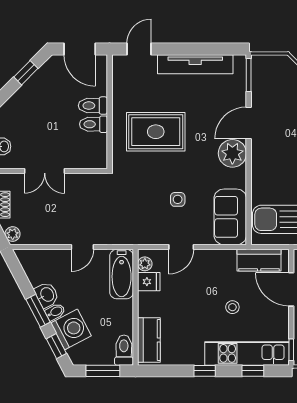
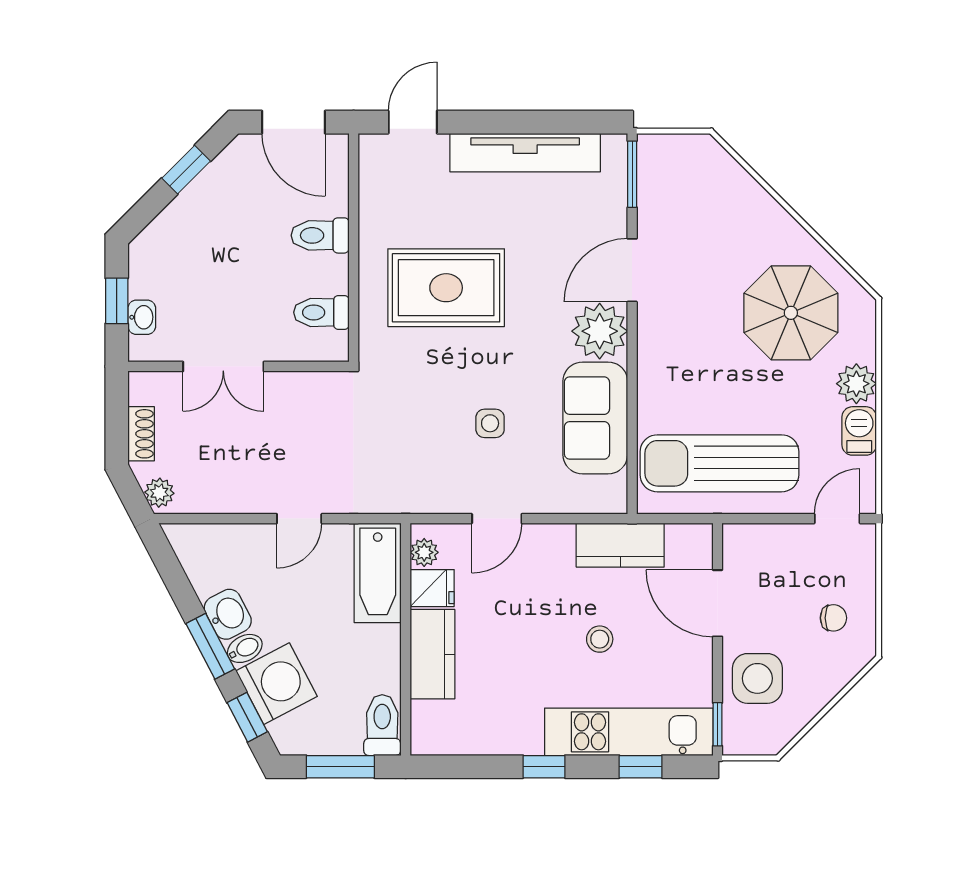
toilet: (93, 124) -> (321, 312), moved
sofa: (230, 217) -> (595, 418), moved
kitchen counter: (259, 260) -> (620, 545), moved
kitchen counter: (149, 340) -> (432, 654), moved

